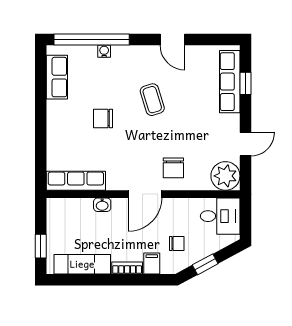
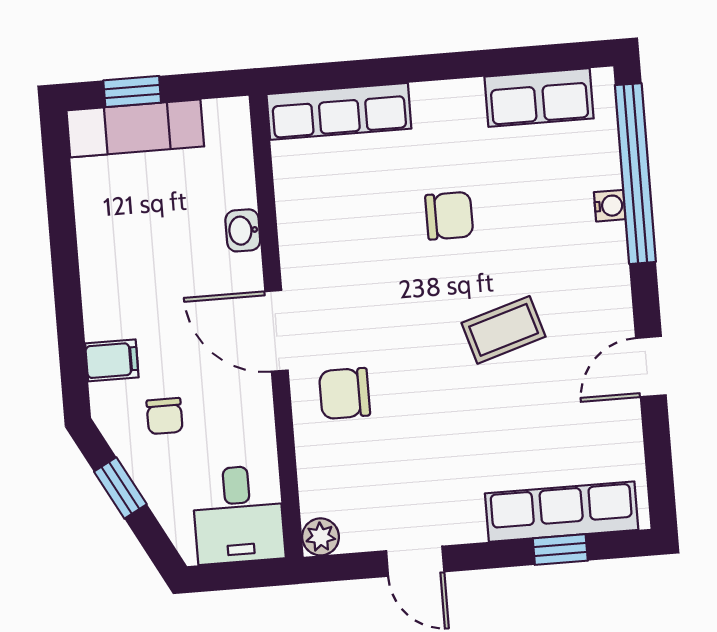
chair: (103, 118) -> (449, 216), turned 90
plant: (225, 176) -> (321, 537), width x0.53, depth x0.53
row of seats: (76, 181) -> (339, 111), moved, turned 90
exam couch: (82, 264) -> (135, 128), moved, turned 90
bookcase: (127, 268) -> (96, 302), removed

